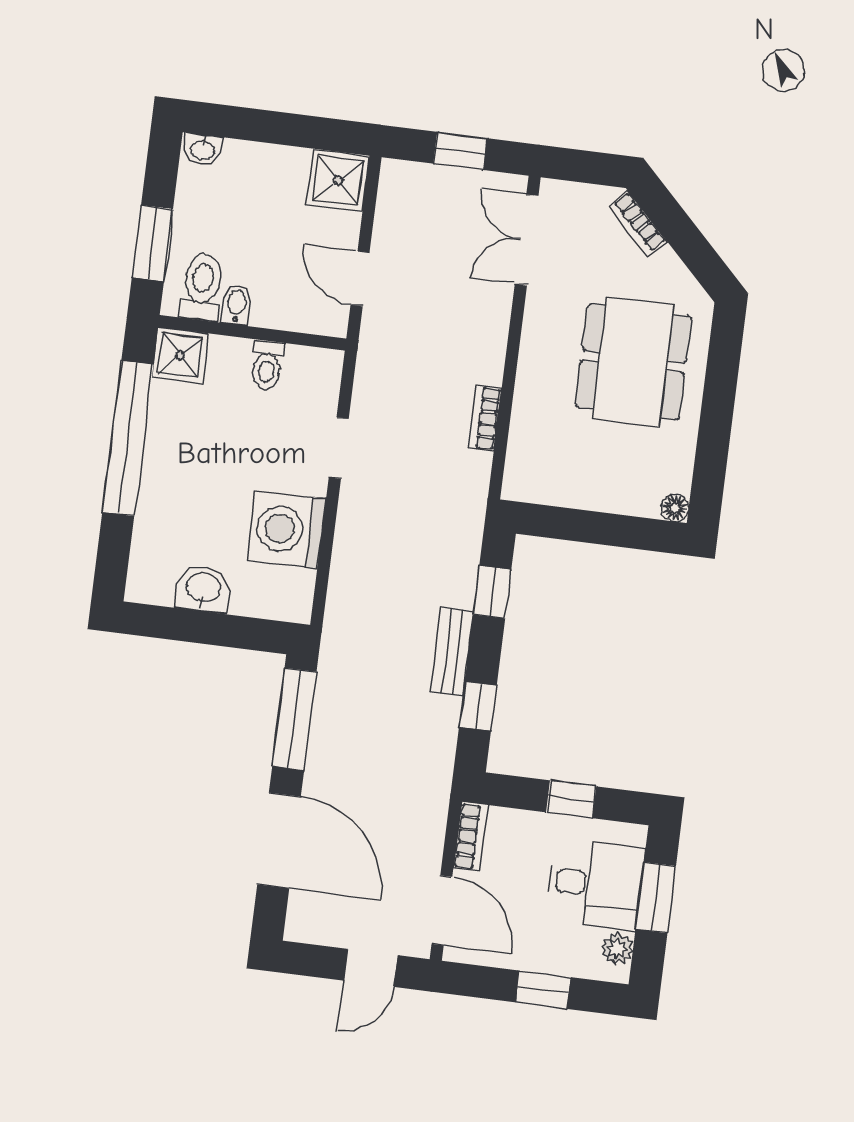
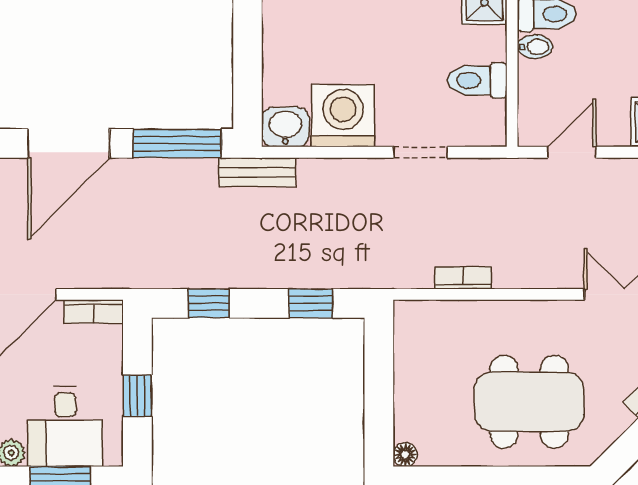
toilet: (267, 365) -> (477, 80), width x1.37, depth x1.39
washbasin: (203, 589) -> (285, 127), moved, turned -90
bench: (452, 652) -> (257, 172), moved

